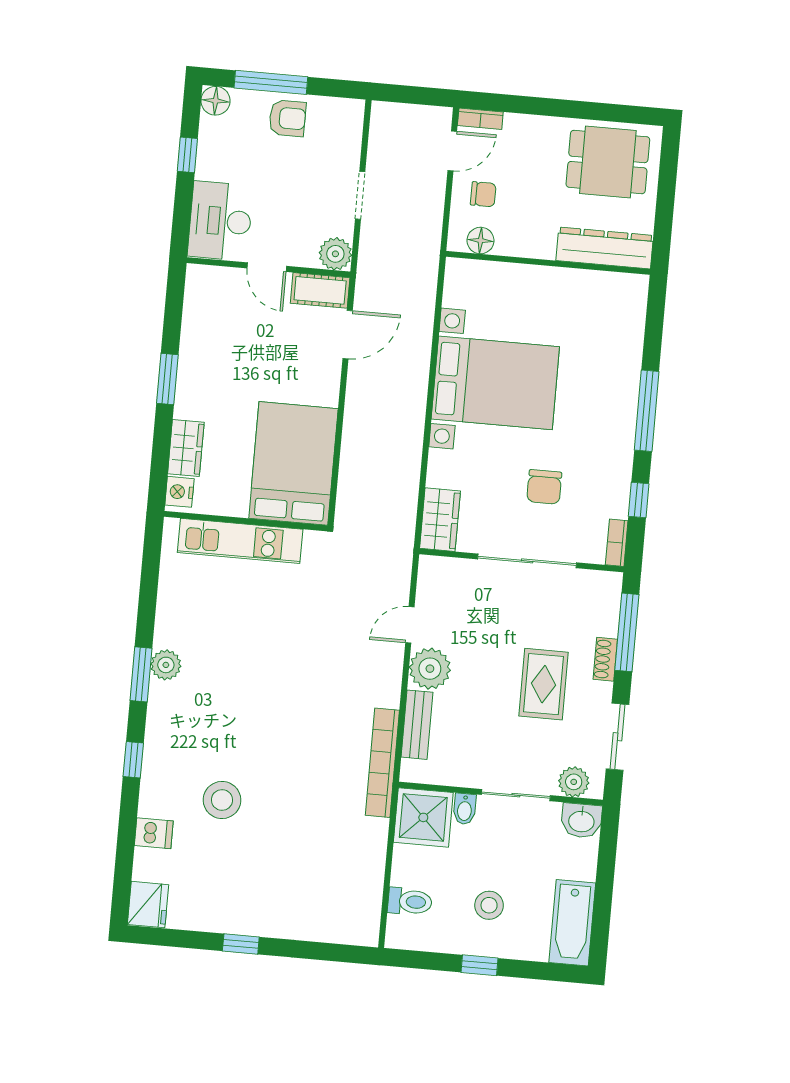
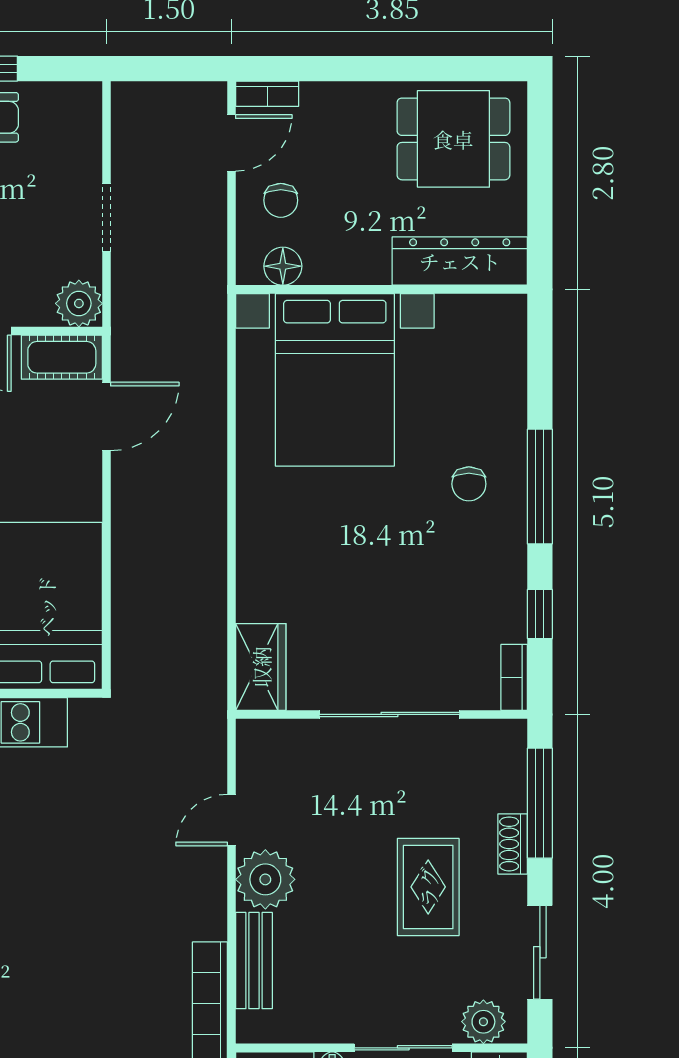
chair: (483, 194) -> (281, 200), turned 90
bed with nightstands: (495, 383) -> (335, 380), moved, turned 90
chair: (544, 487) -> (469, 484), moved, width x0.73, depth x0.73

